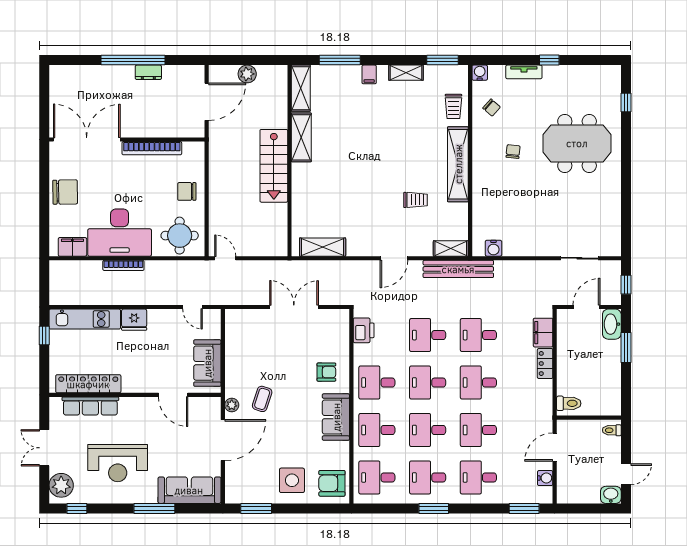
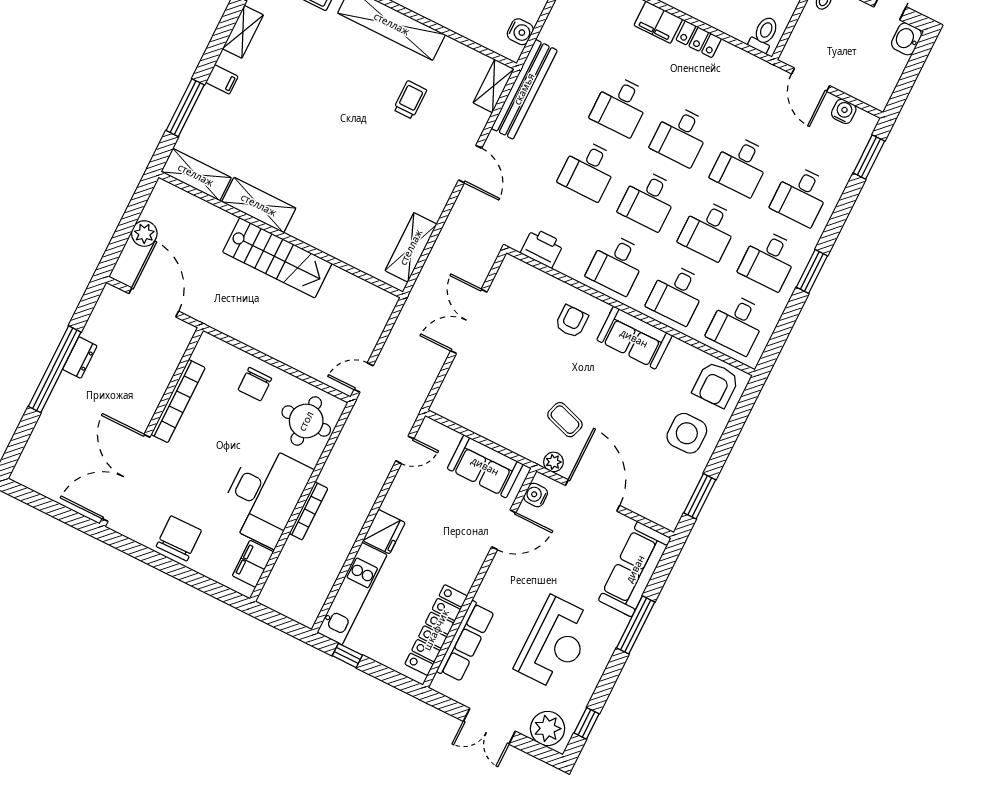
water cooler: (205, 404) -> (536, 495), added

